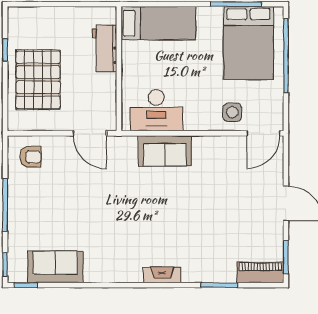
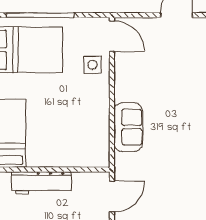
workbench: (105, 48) -> (42, 183), width x1.38
desk: (156, 110) -> (91, 135), removed

